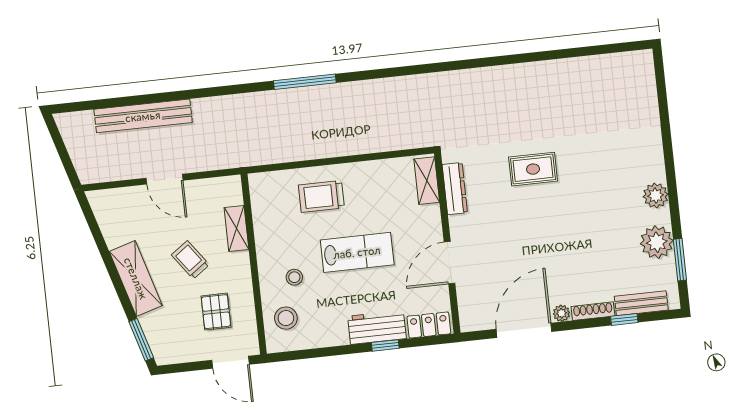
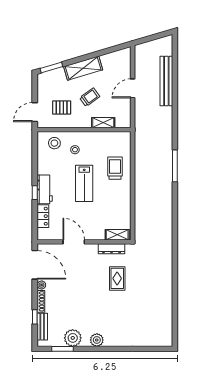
shelving: (427, 181) -> (117, 235), moved
dresser: (455, 189) -> (112, 249), moved
wall: (447, 243) -> (84, 242), moved
door: (449, 263) -> (74, 242), moved

